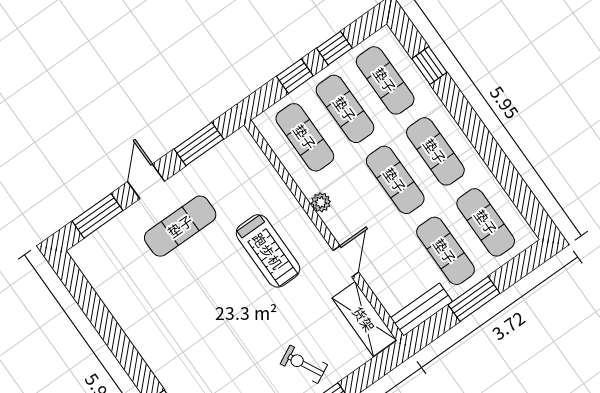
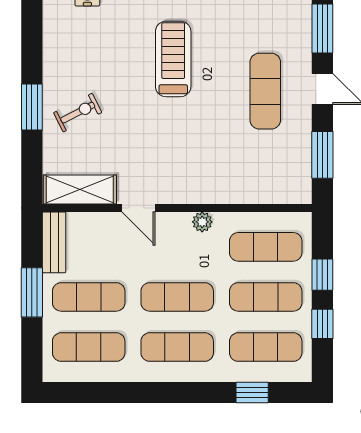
treadmill: (268, 251) -> (173, 59), moved, turned 90

